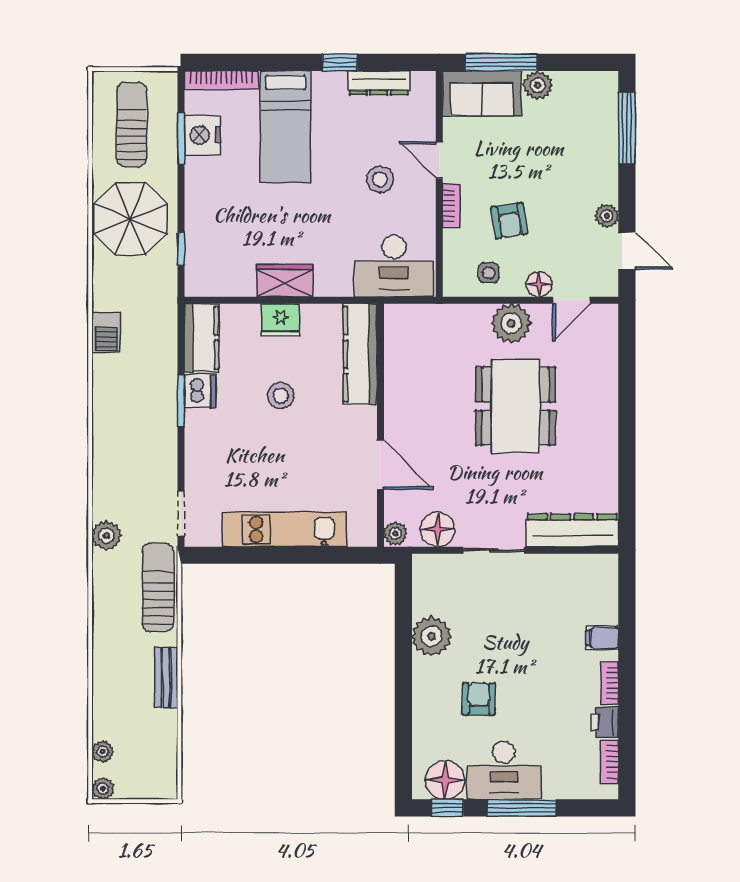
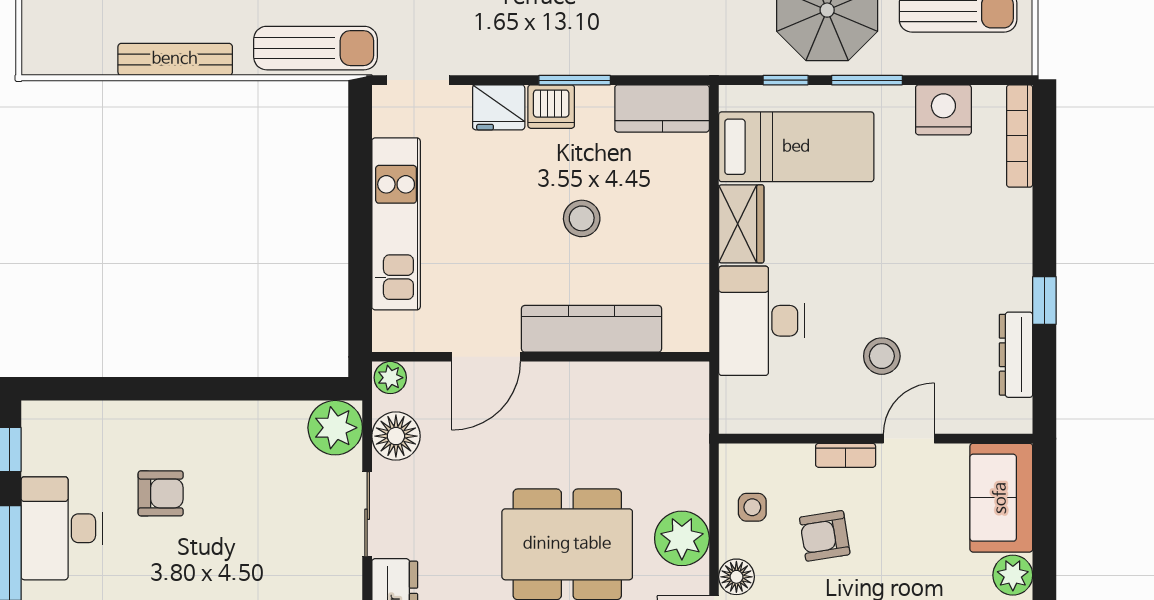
window: (501, 62) -> (1044, 525), removed
bed: (286, 127) -> (796, 147), moved, turned 180
window: (181, 139) -> (867, 80), moved
desk: (394, 266) -> (762, 321), moved
fridge: (281, 320) -> (499, 107), moved, turned -90
kitchen counter: (360, 354) -> (592, 329), moved
dishwasher: (200, 391) -> (551, 107), moved
plant: (431, 636) -> (335, 428), moved
bench: (166, 678) -> (175, 59), width x1.36
floor lamp: (445, 780) -> (48, 447), removed

